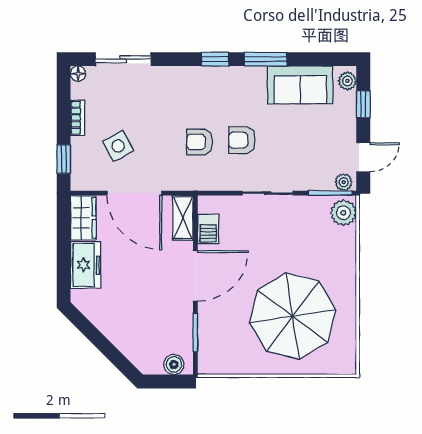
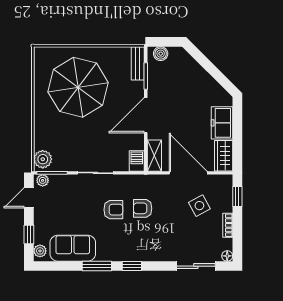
armchair: (200, 142) -> (143, 208), turned 180
barbecue: (208, 229) -> (137, 161), moved
bench: (207, 351) -> (138, 63), added

